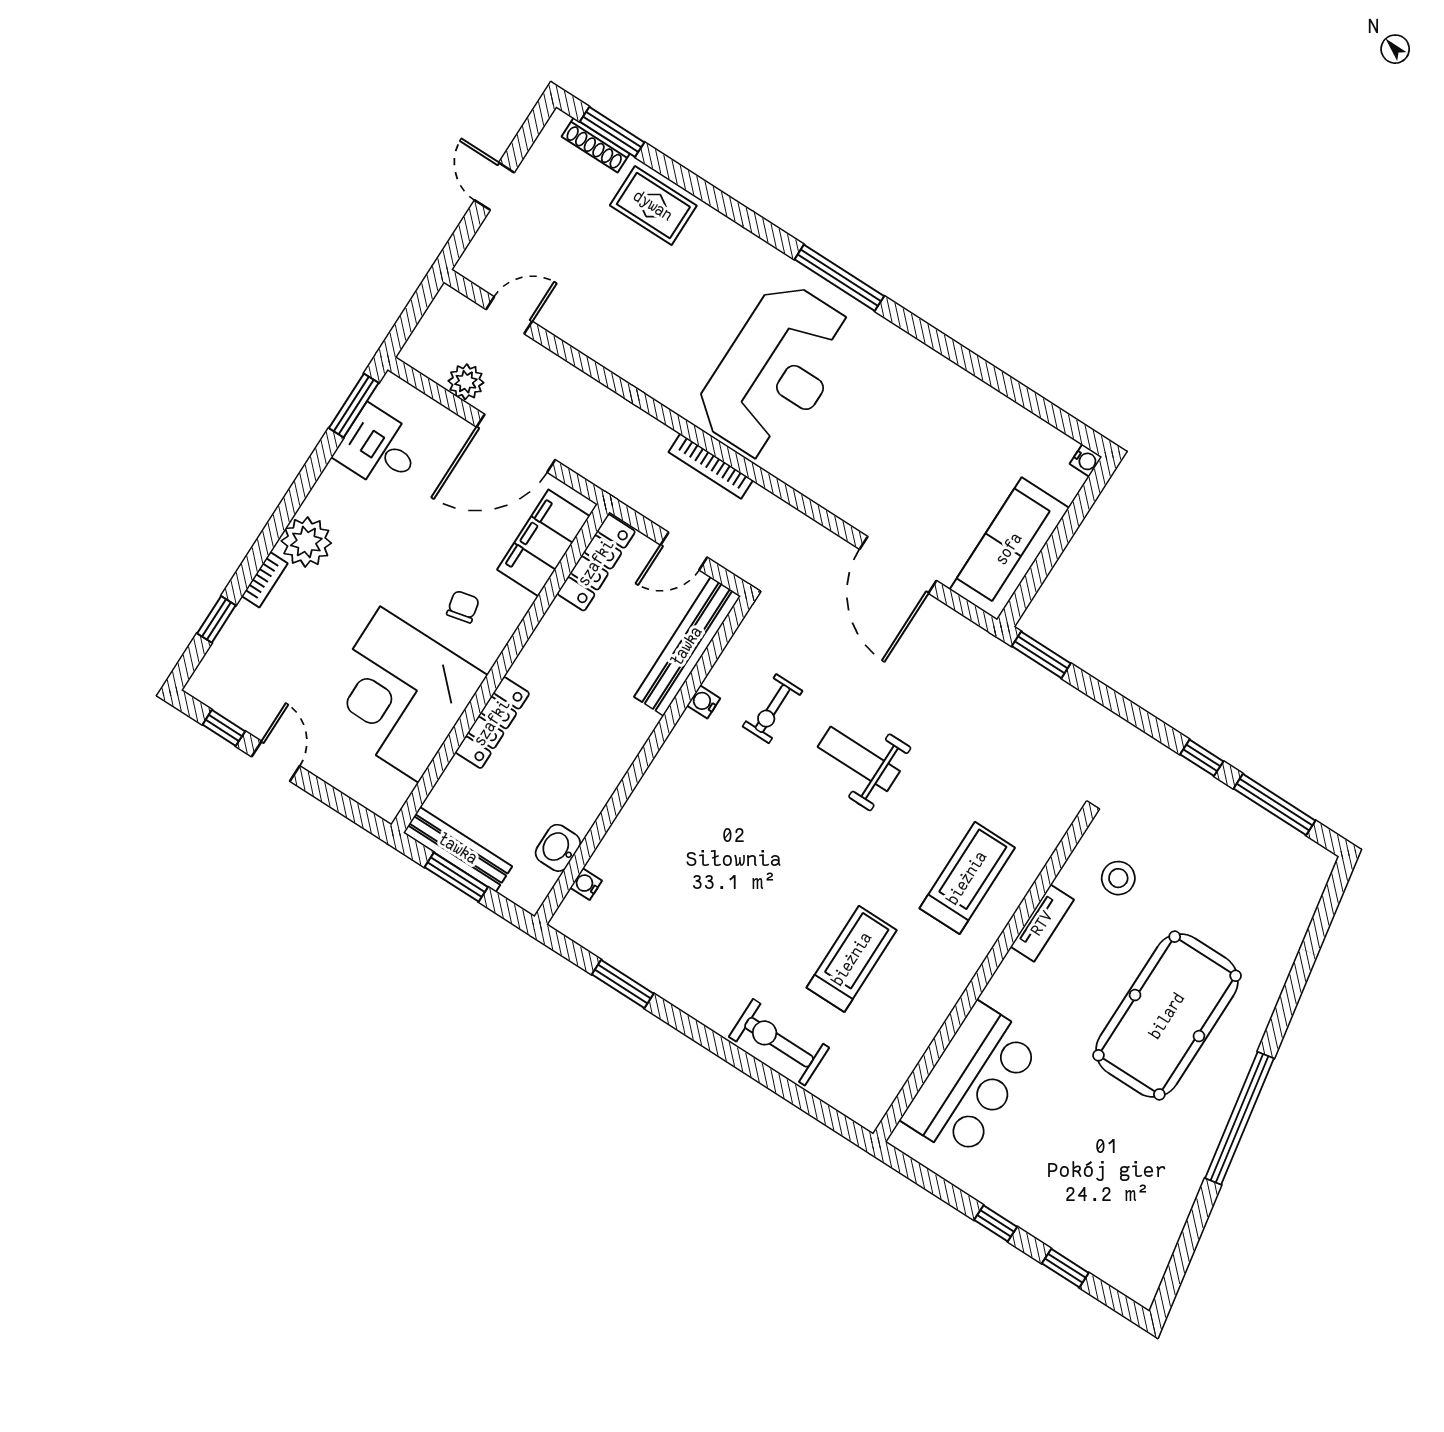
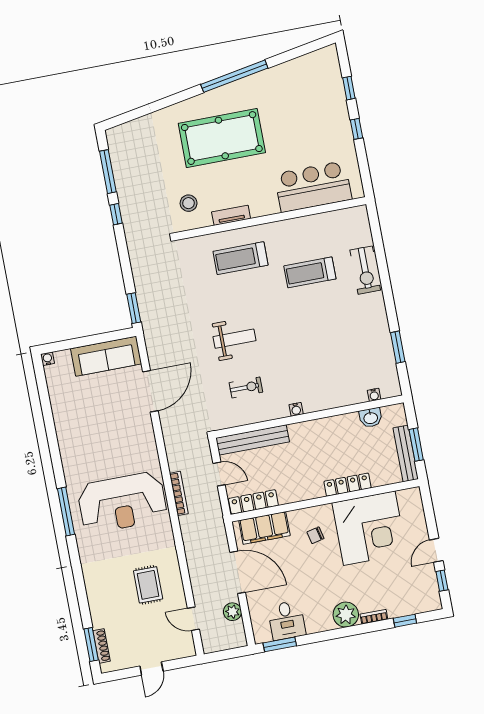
rug: (653, 206) -> (148, 585), moved
reception desk: (775, 372) -> (122, 502), turned 180
water cooler: (704, 702) -> (296, 409), moved
weight bench: (859, 759) -> (234, 339), turned -90

